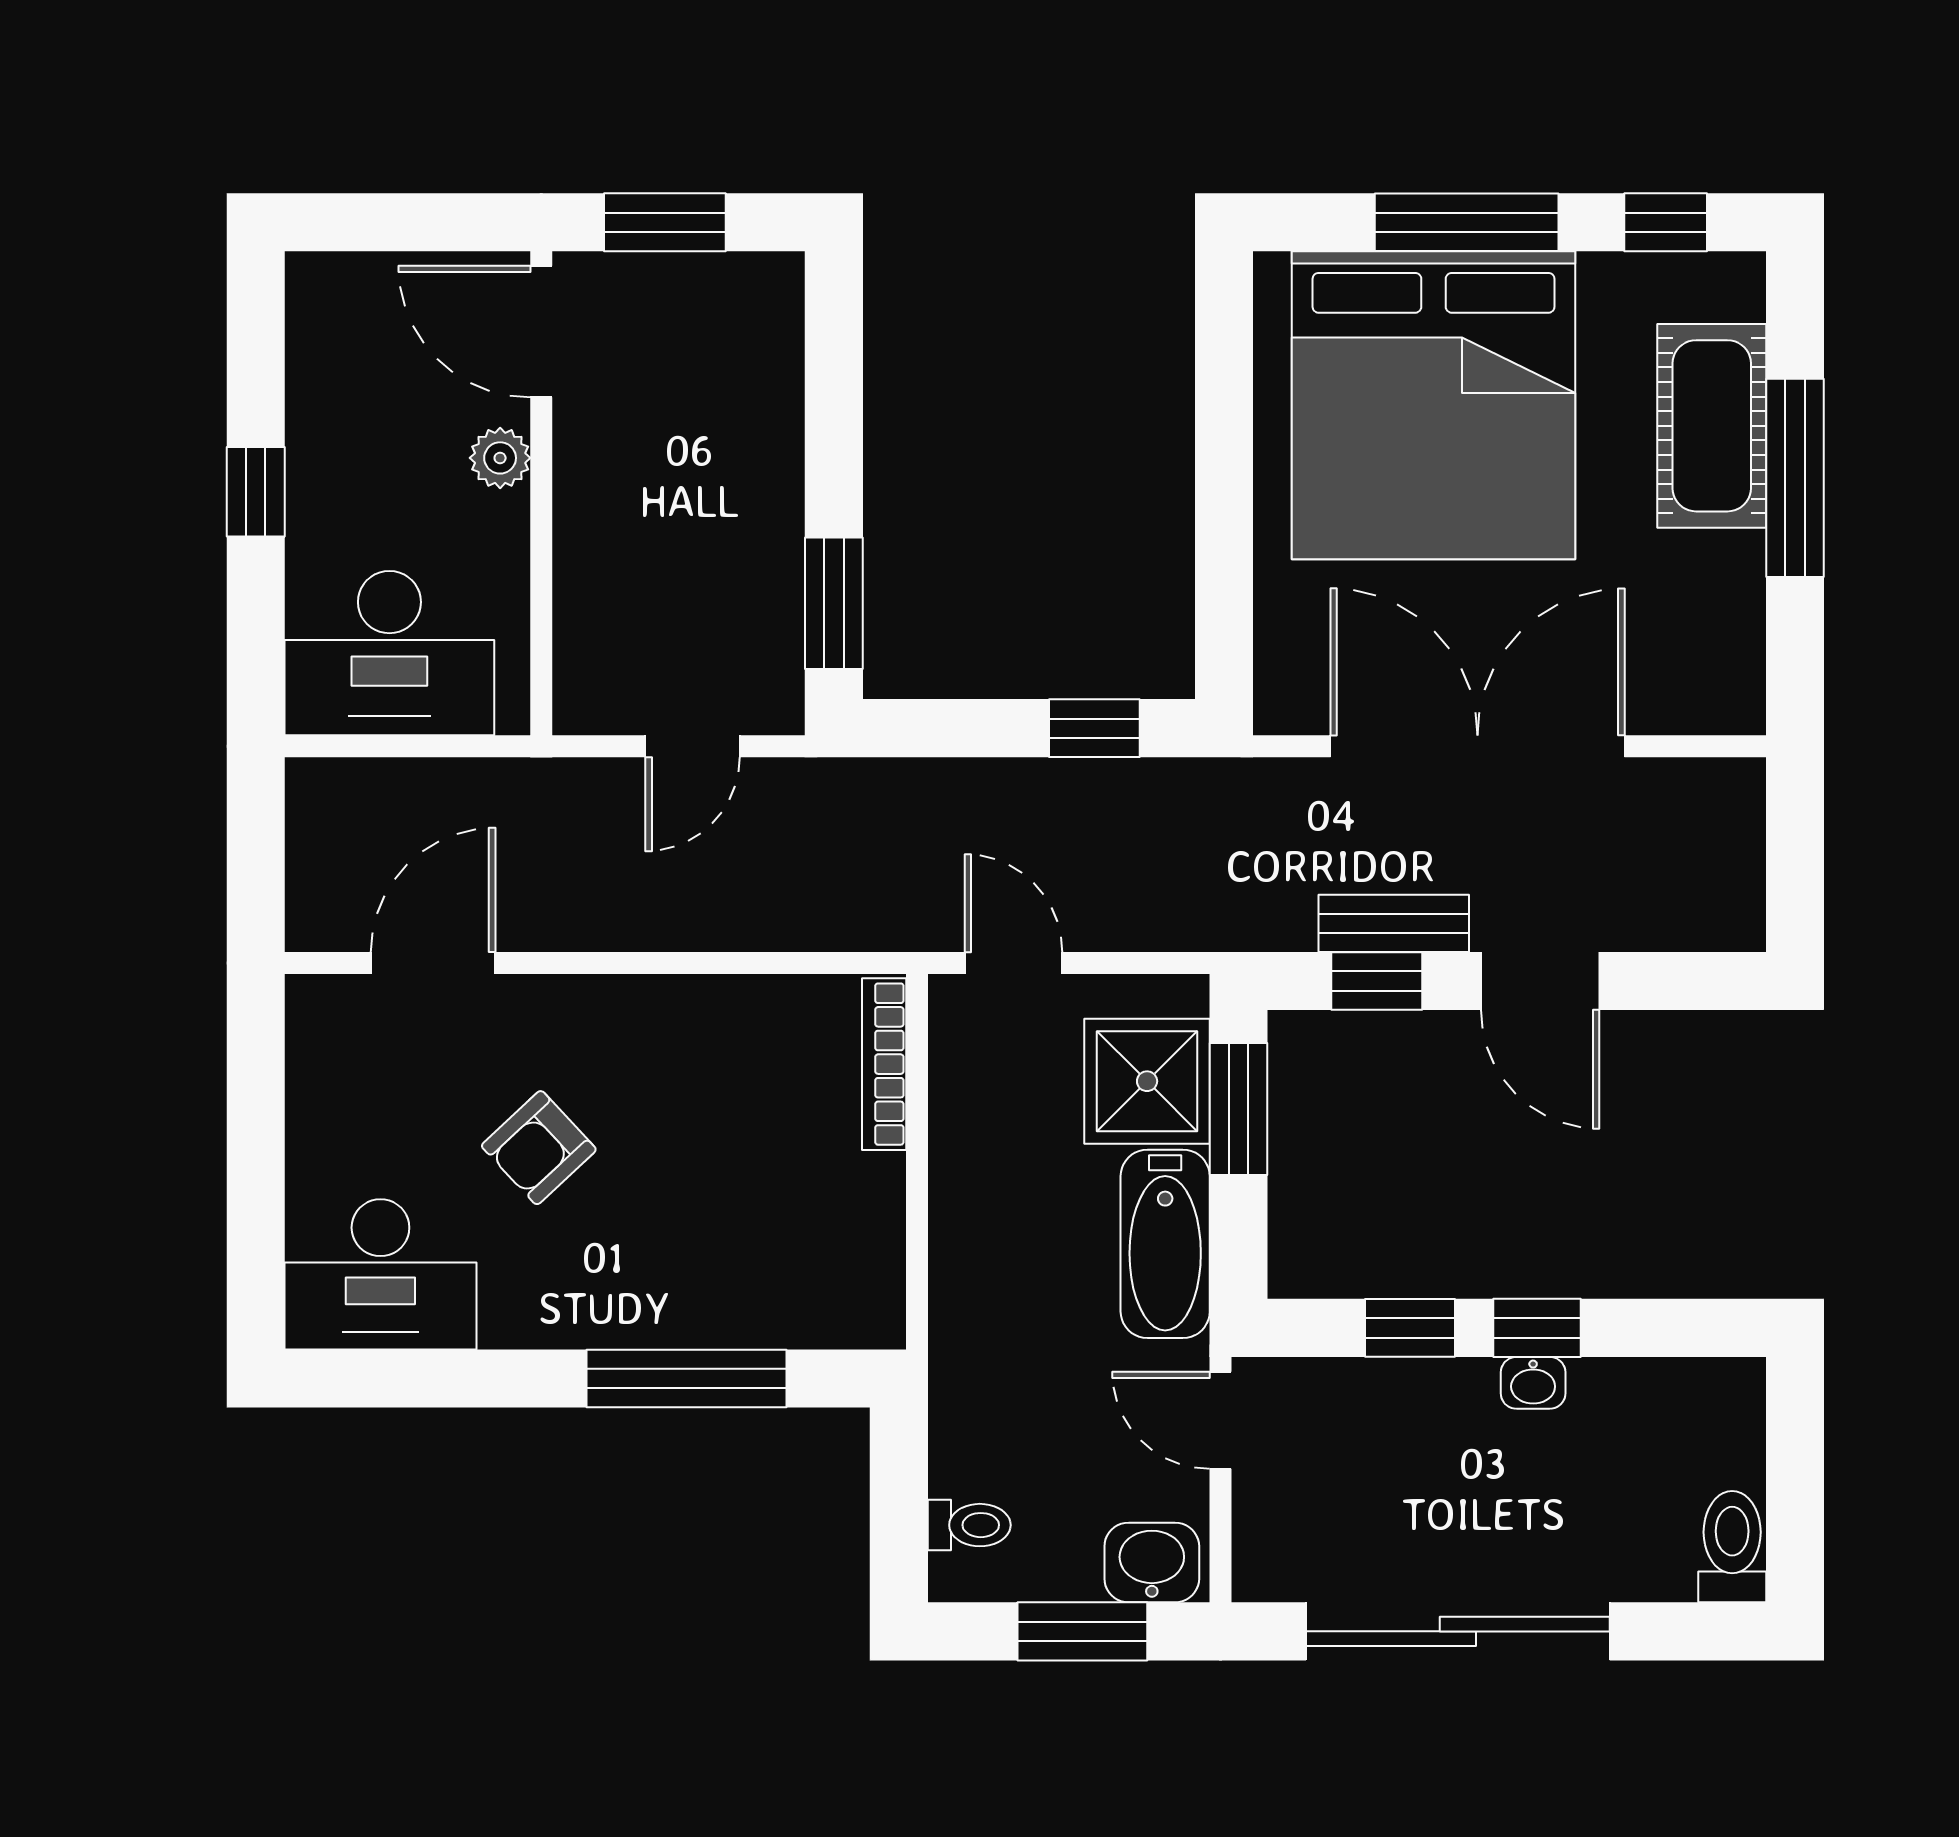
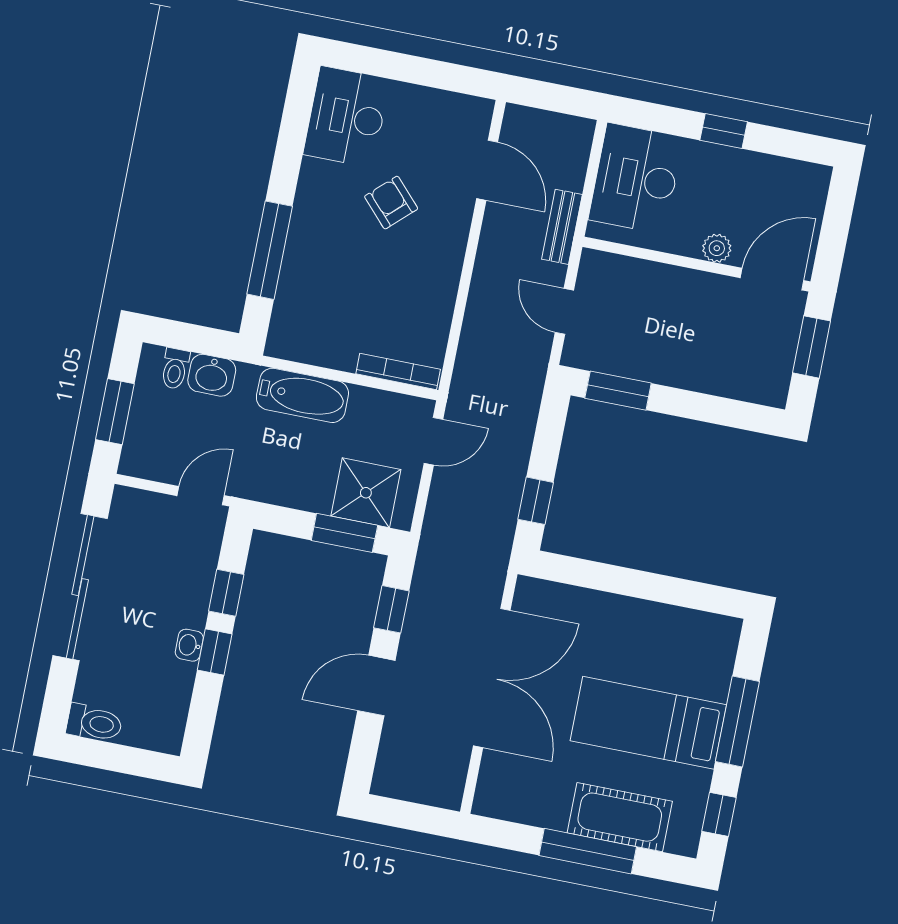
bed: (1434, 405) -> (648, 723), width x0.49
bench: (1394, 923) -> (562, 227), moved
bathtub: (1165, 1244) -> (302, 395), moved, turned 180
washbasin: (1152, 1562) -> (212, 375), moved, turned 90

